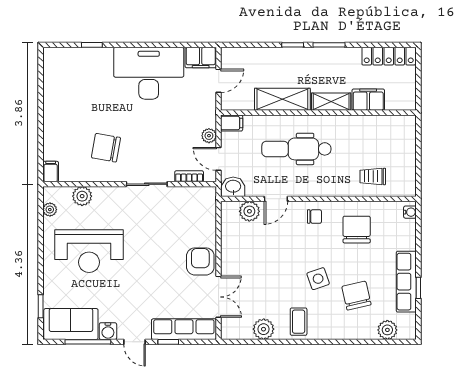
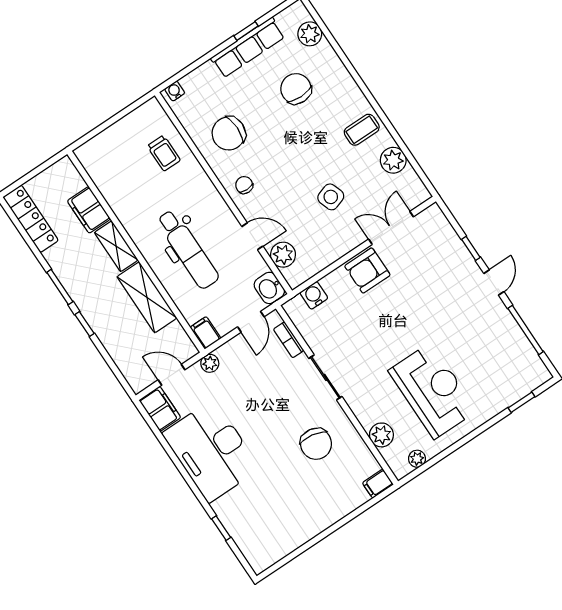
plant: (209, 136) -> (210, 363), moved
side table: (318, 279) -> (331, 197), moved
chair: (356, 296) -> (296, 89), turned 103
sofa: (71, 324) -> (519, 359), removed
row of seats: (184, 329) -> (447, 241), removed
water cooler: (108, 331) -> (314, 295), moved, turned -90

